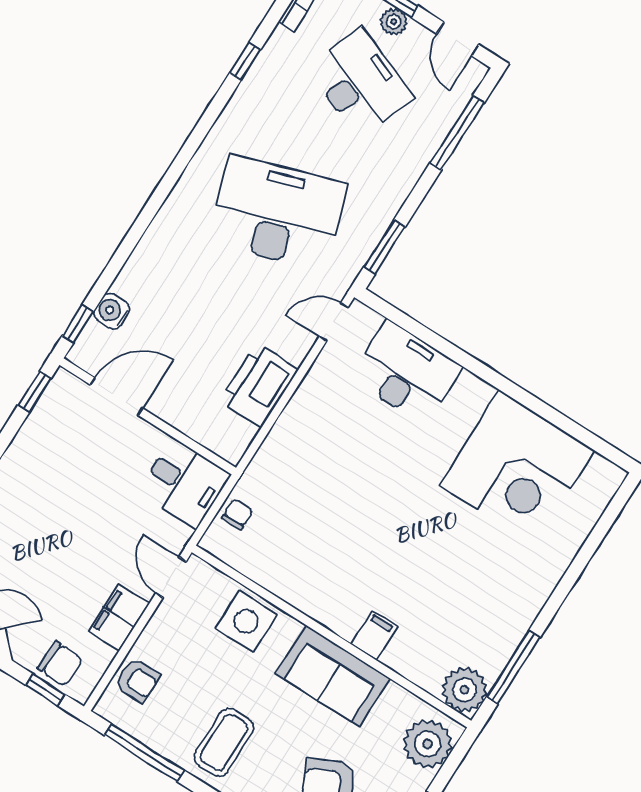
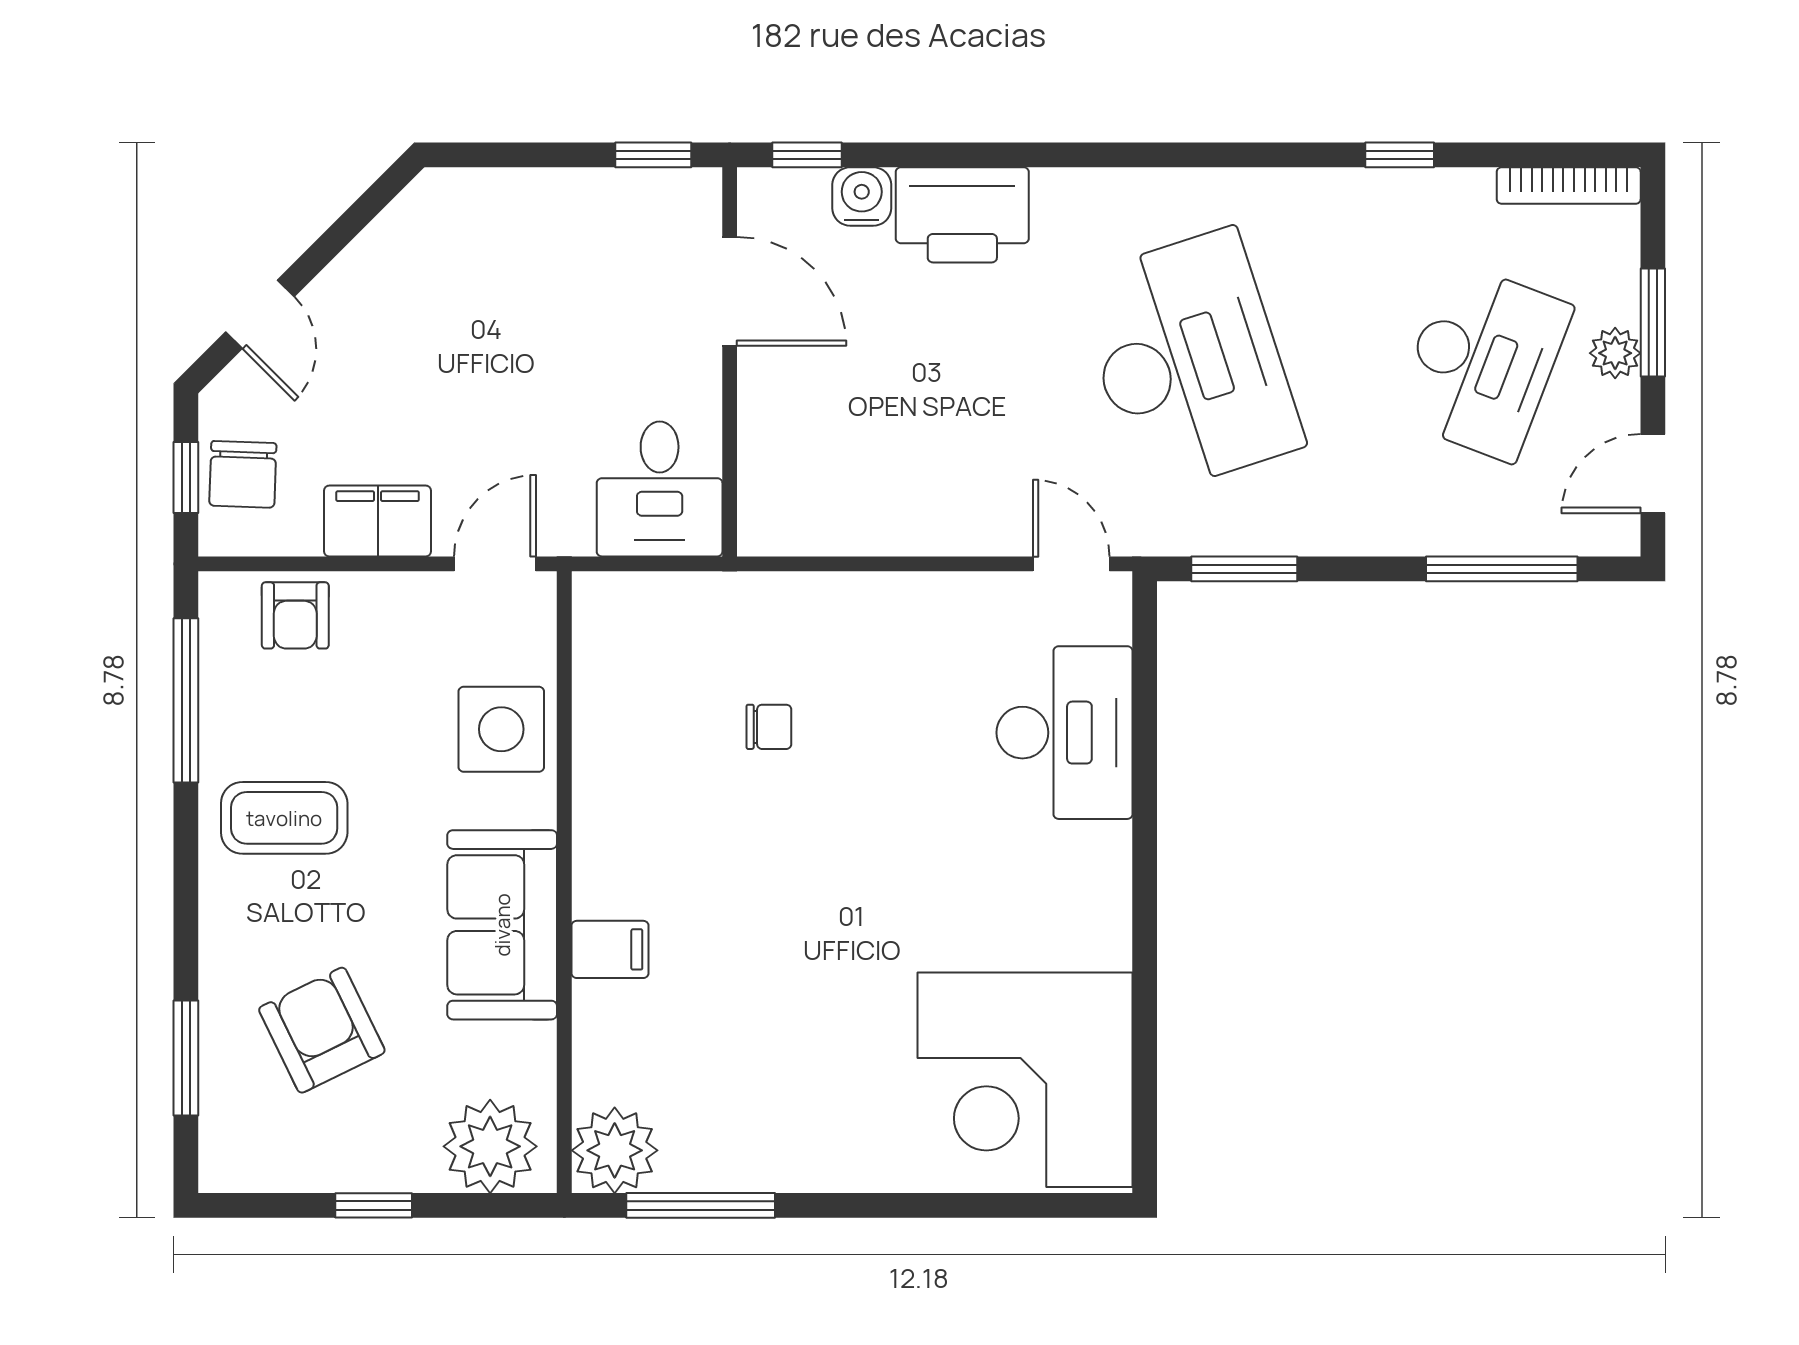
printer: (259, 385) -> (962, 215), moved, turned 180
corner desk: (517, 468) -> (1025, 1080), moved
chair: (237, 514) -> (769, 727), moved

